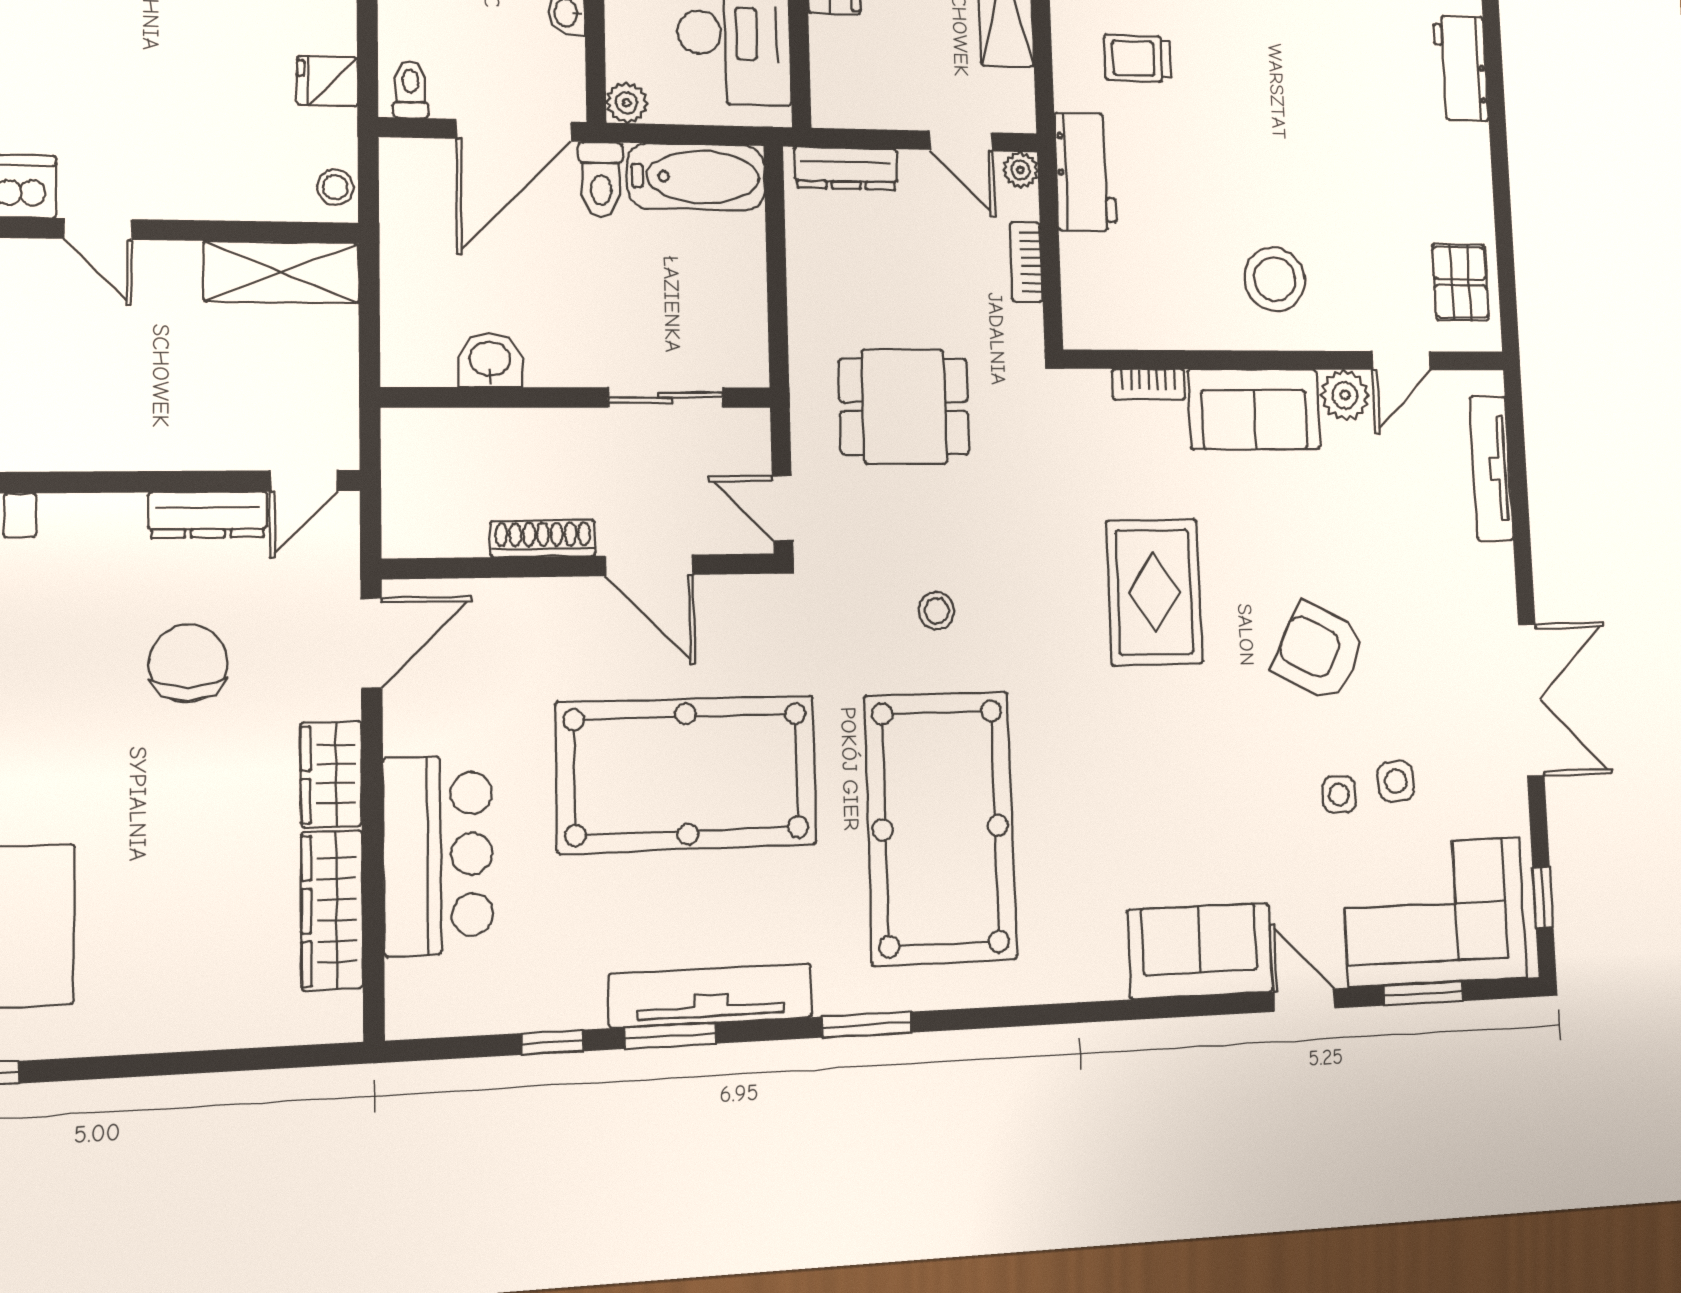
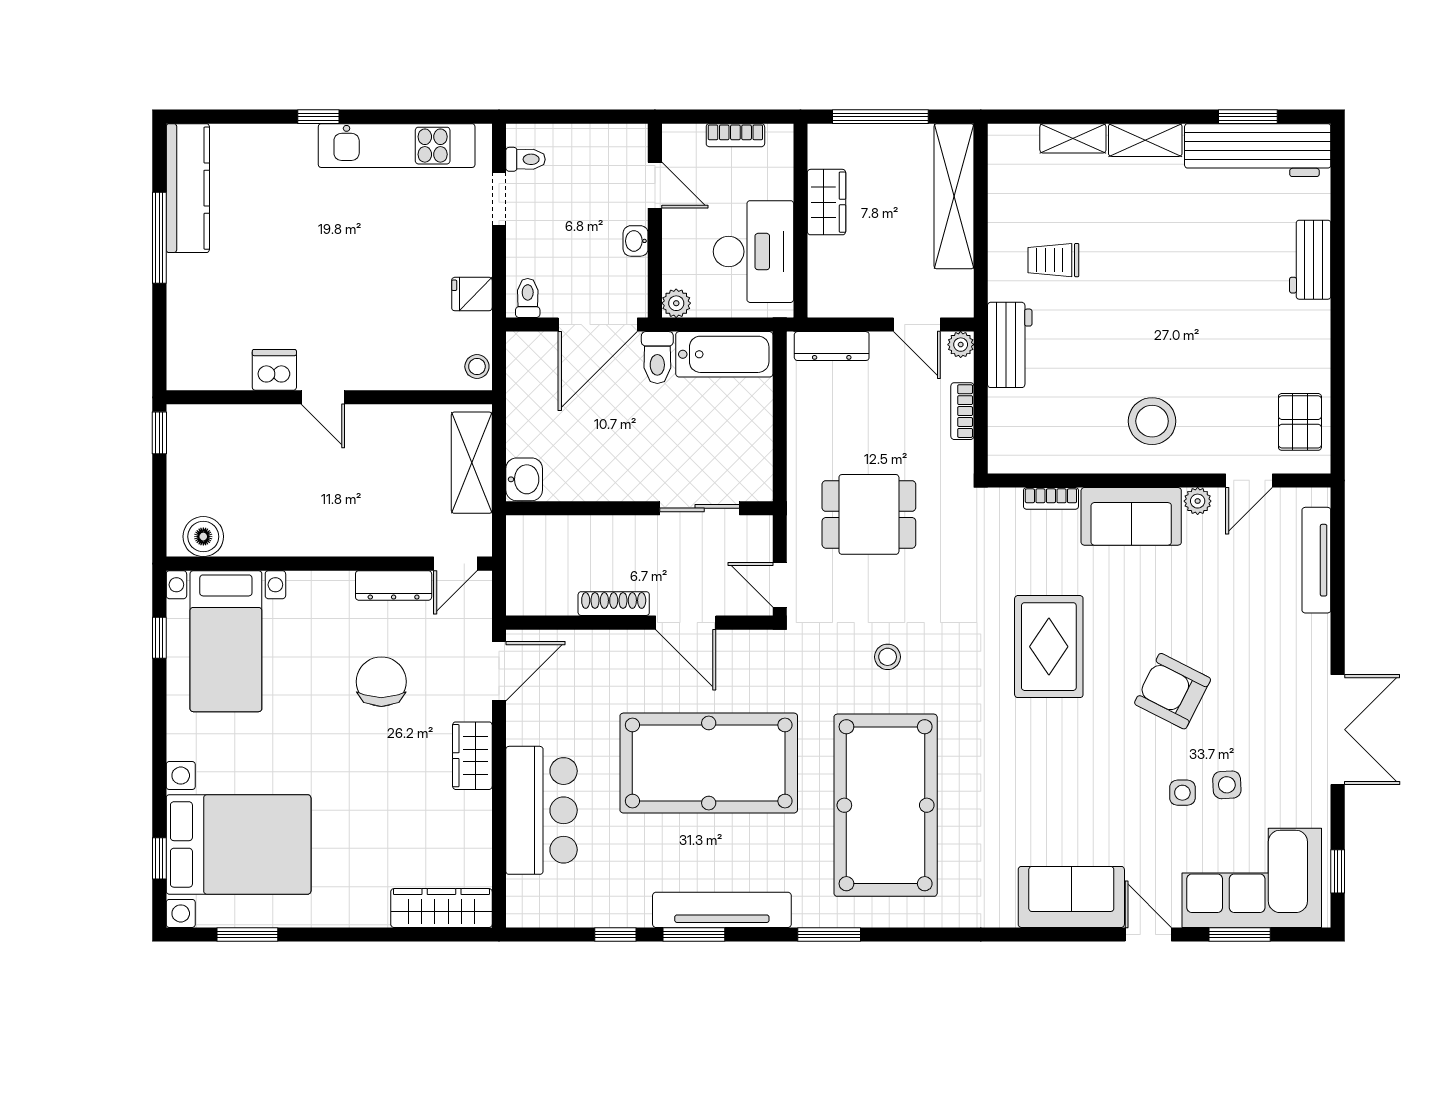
shelving: (281, 272) -> (472, 463), moved, turned 90
washbasin: (490, 360) -> (524, 479), moved, turned 90
plant: (1345, 395) -> (1198, 501), width x0.73, depth x0.73
wardrobe: (332, 910) -> (441, 908), moved, turned 90

